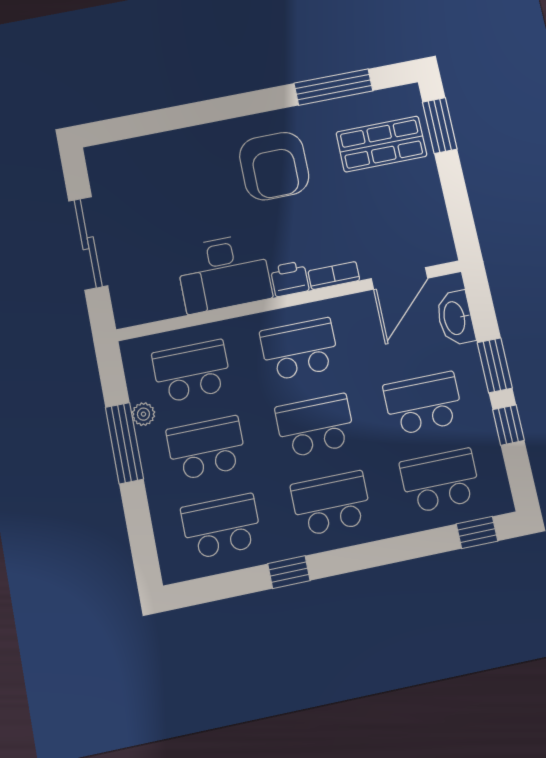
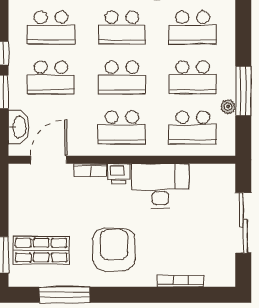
bookcase: (166, 140) -> (181, 281), added

